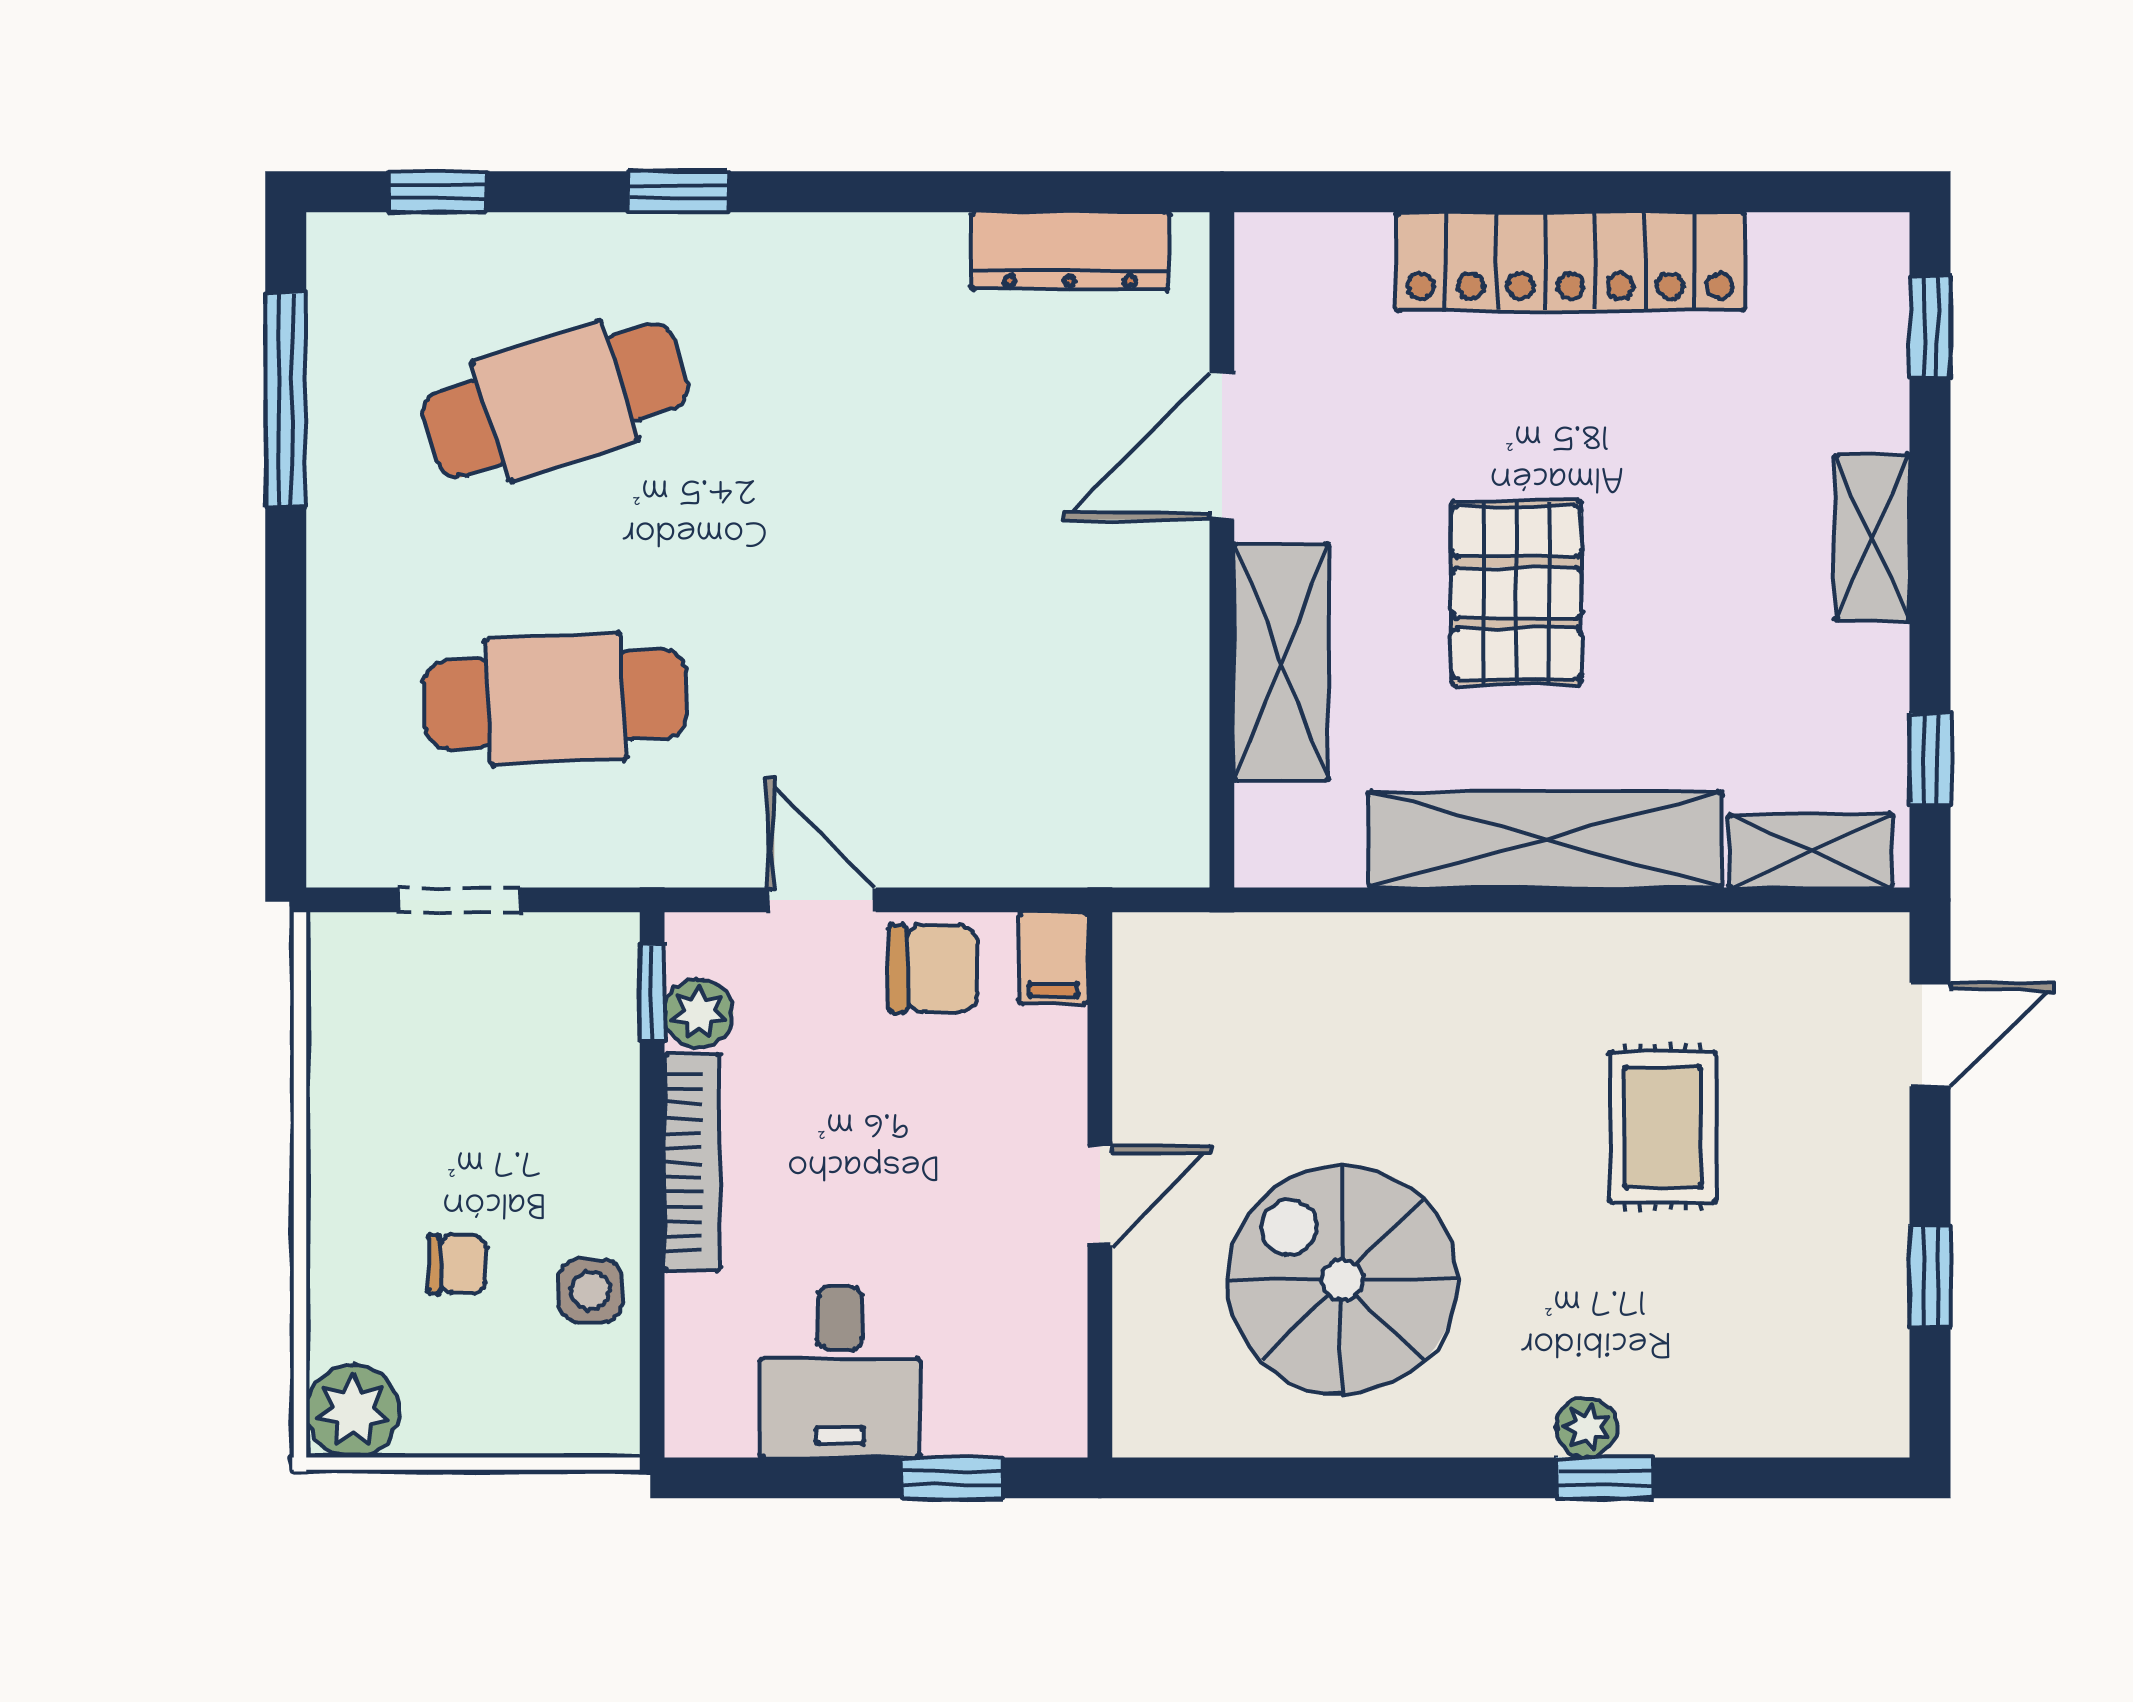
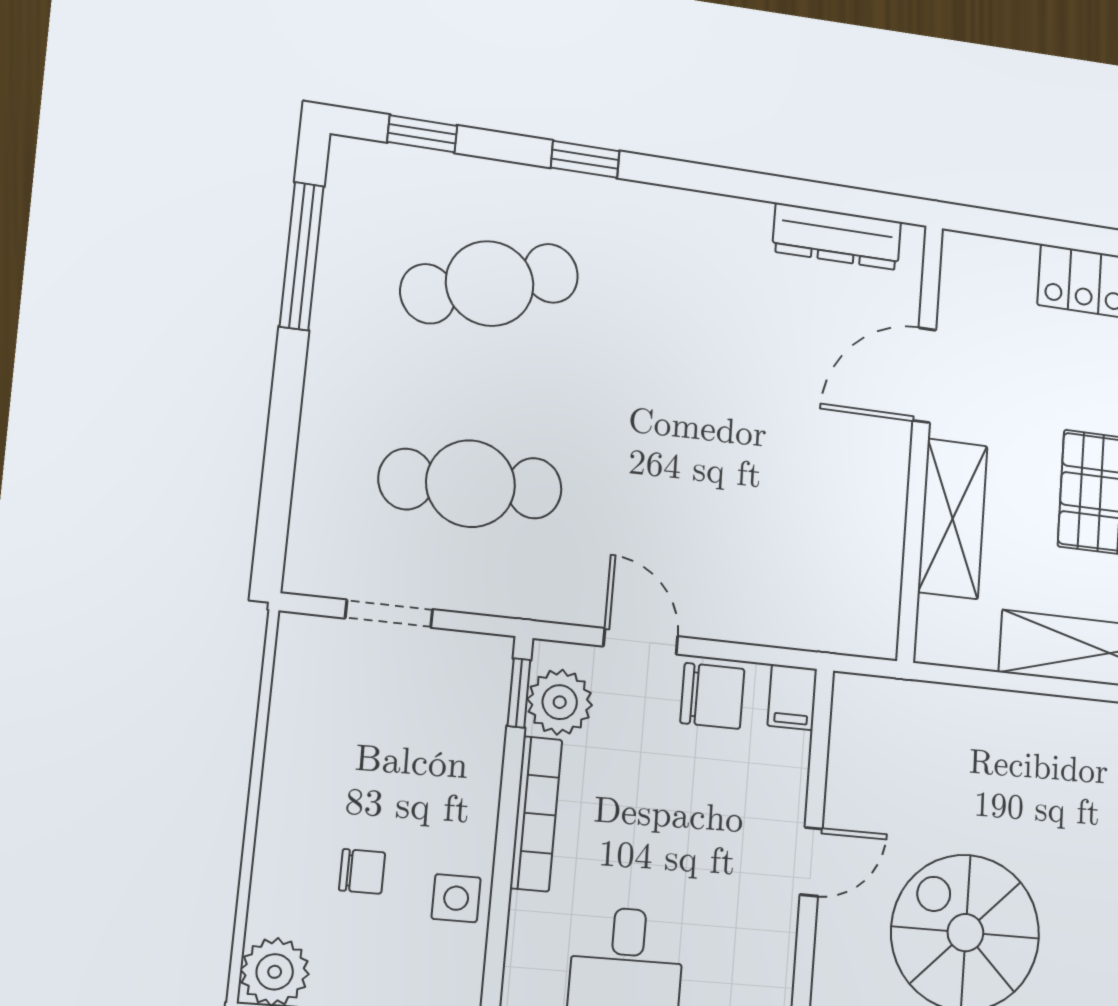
plant: (699, 1013) -> (560, 702), width x1.38, depth x1.38

